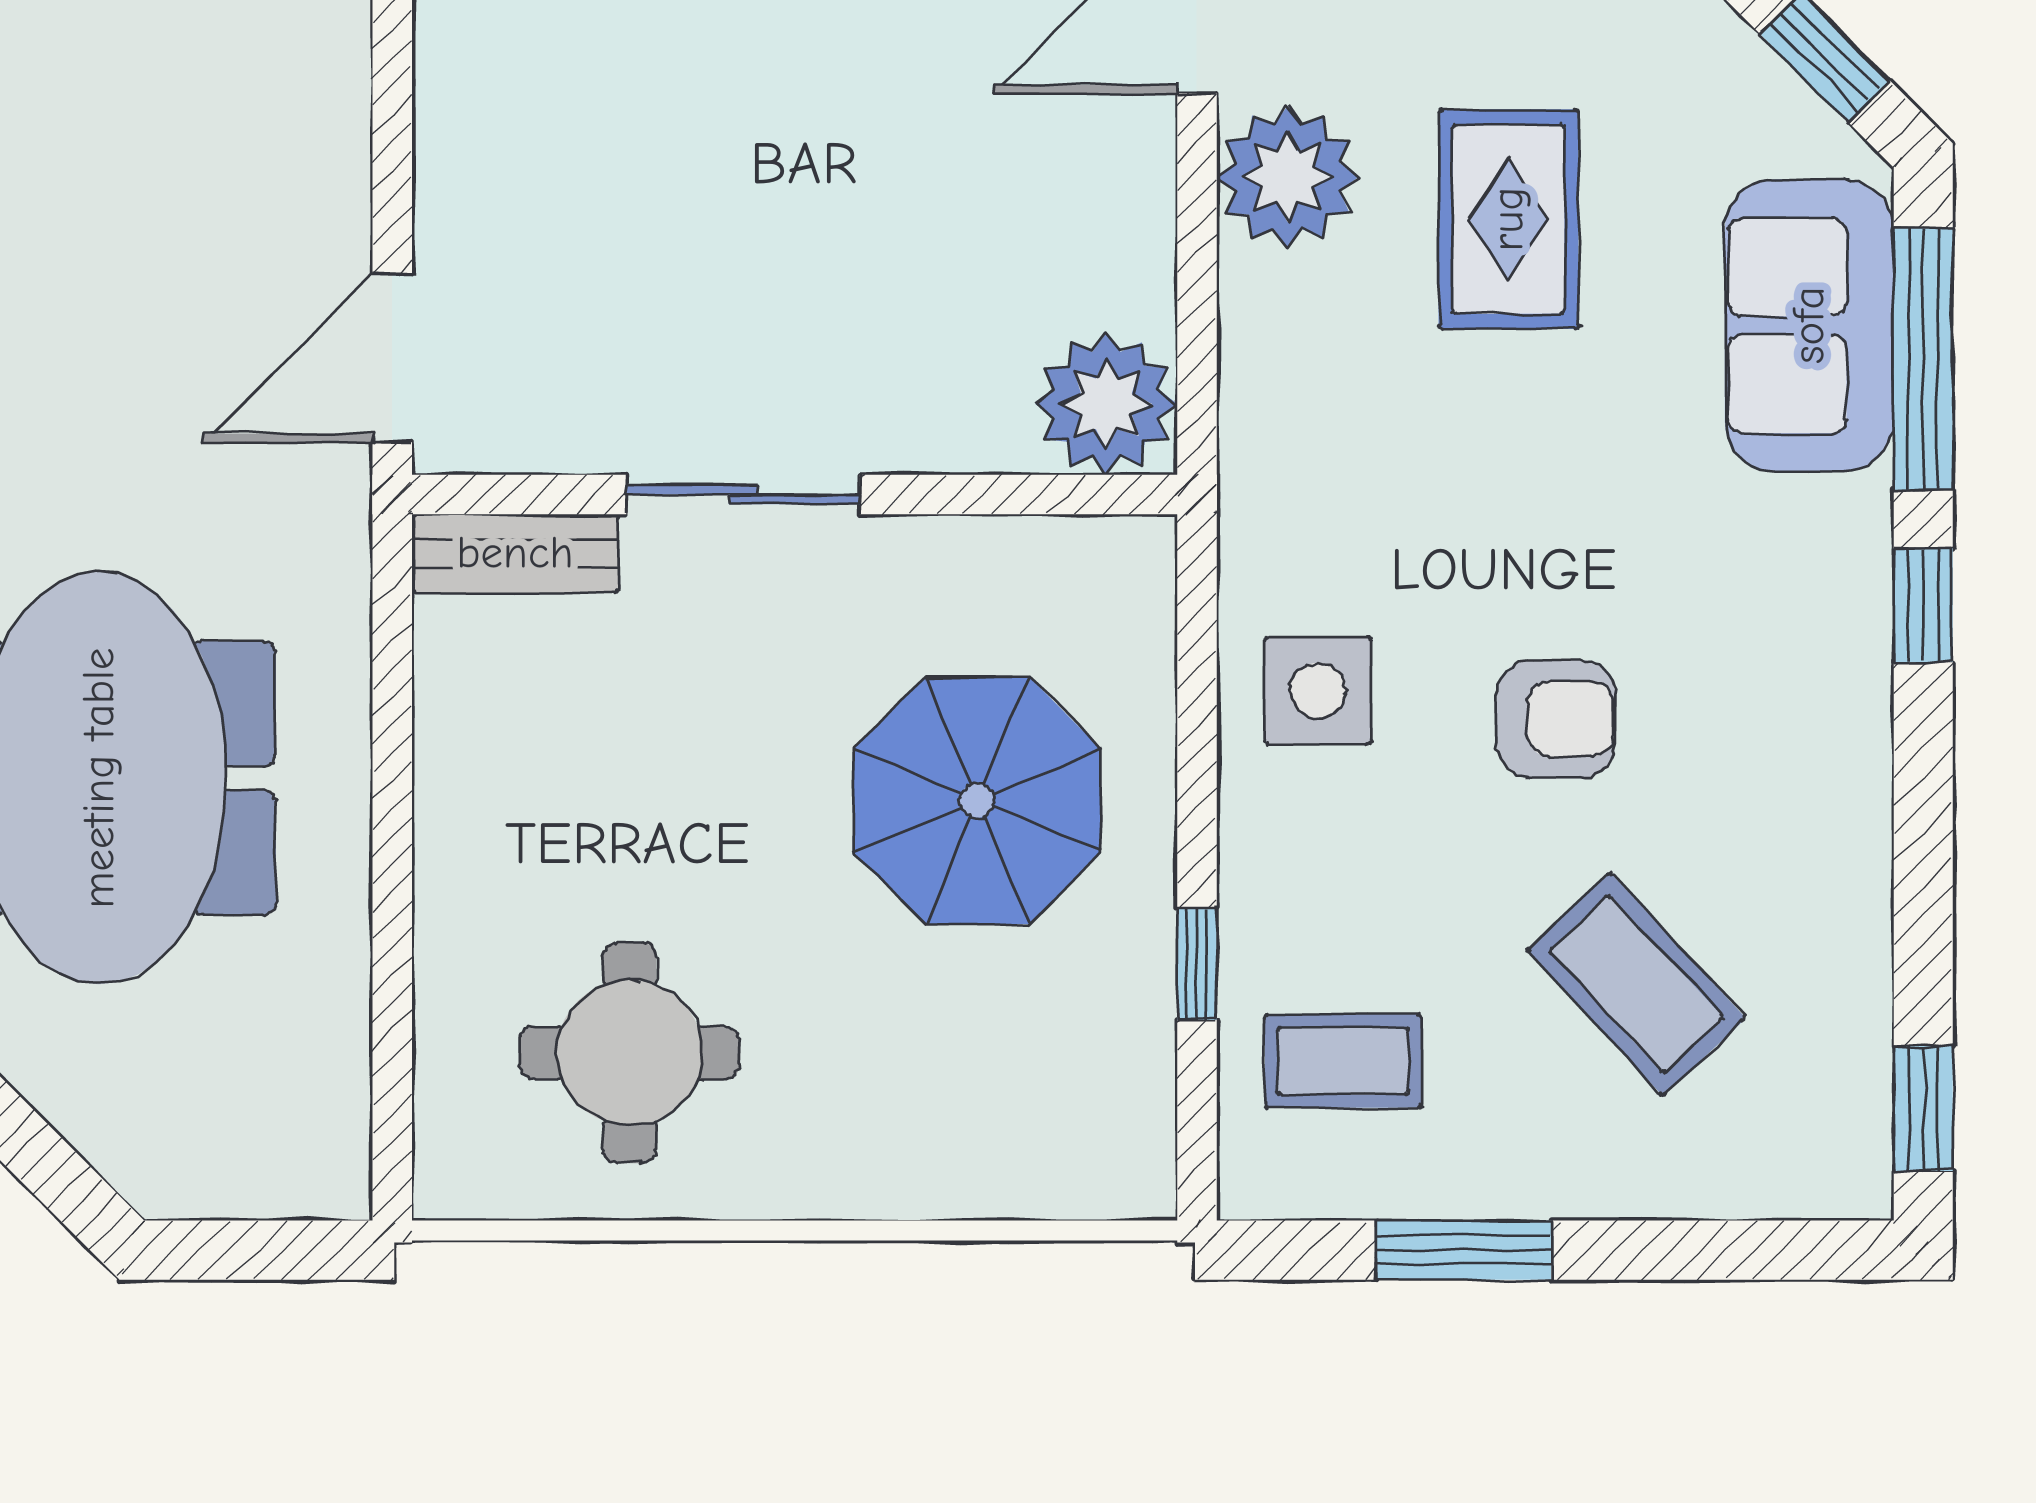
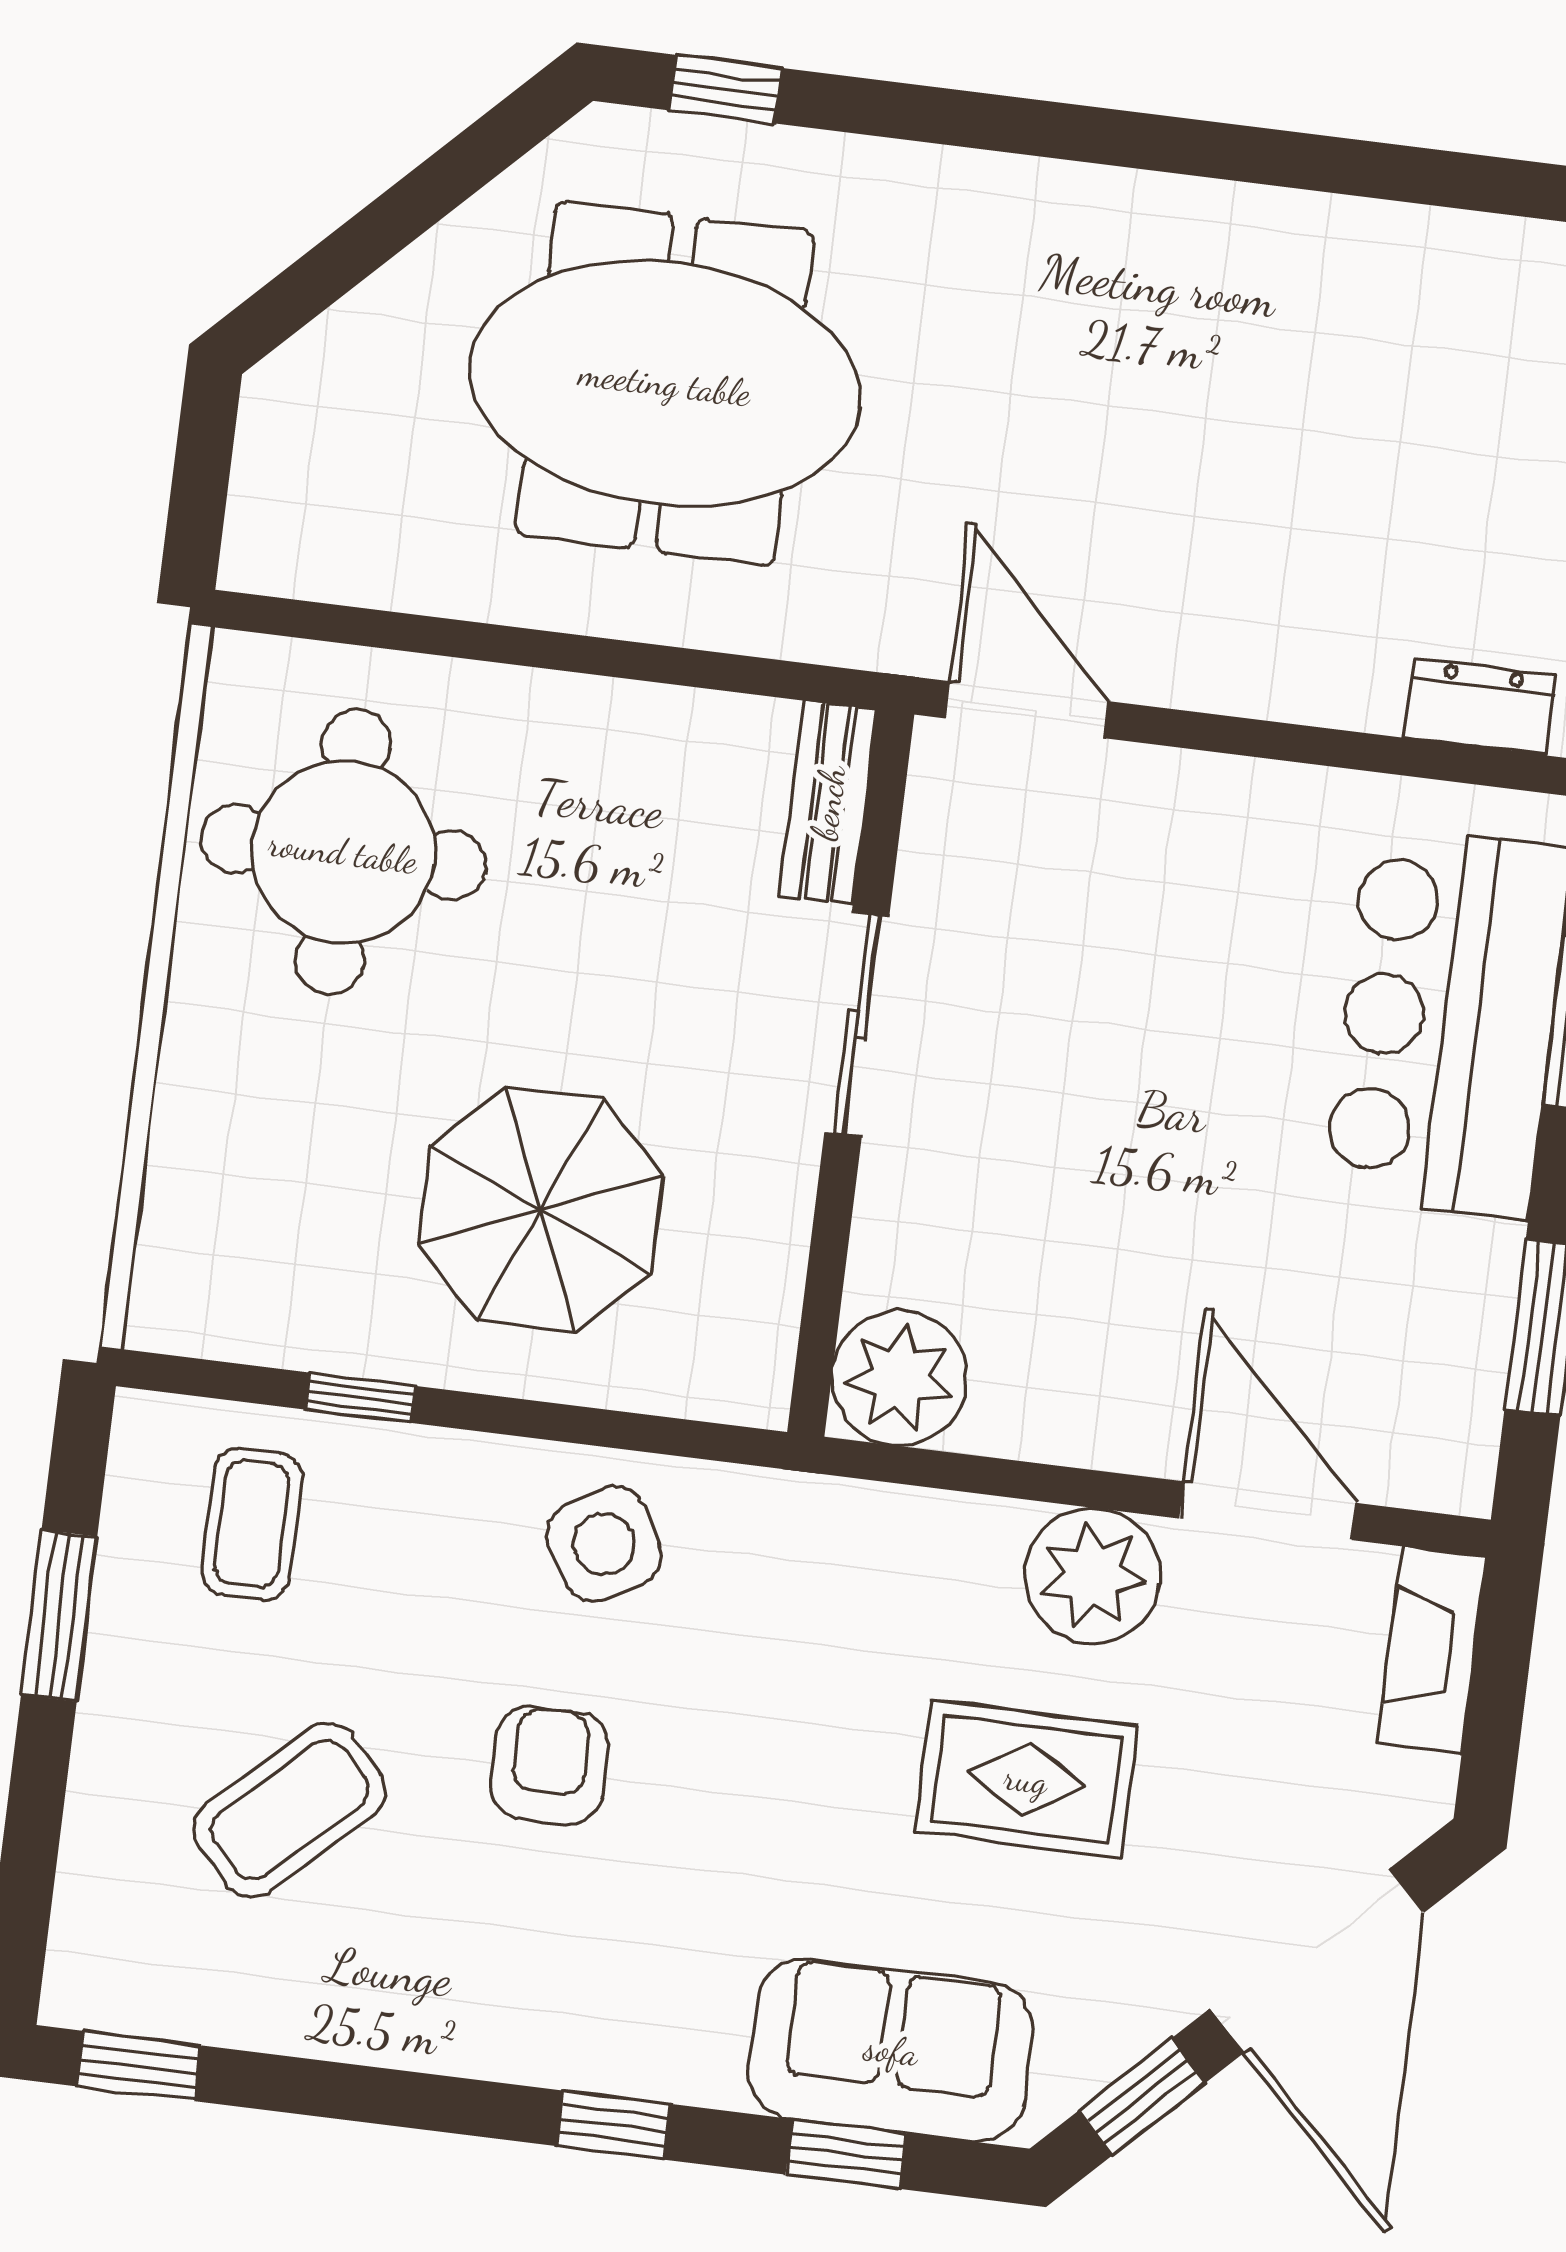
window: (1923, 359) -> (846, 2154), width x0.46
side table: (1318, 691) -> (604, 1544), turned -30
armchair: (1556, 719) -> (549, 1765), turned 180
round table: (630, 1053) -> (343, 852), width x1.36, depth x1.36

